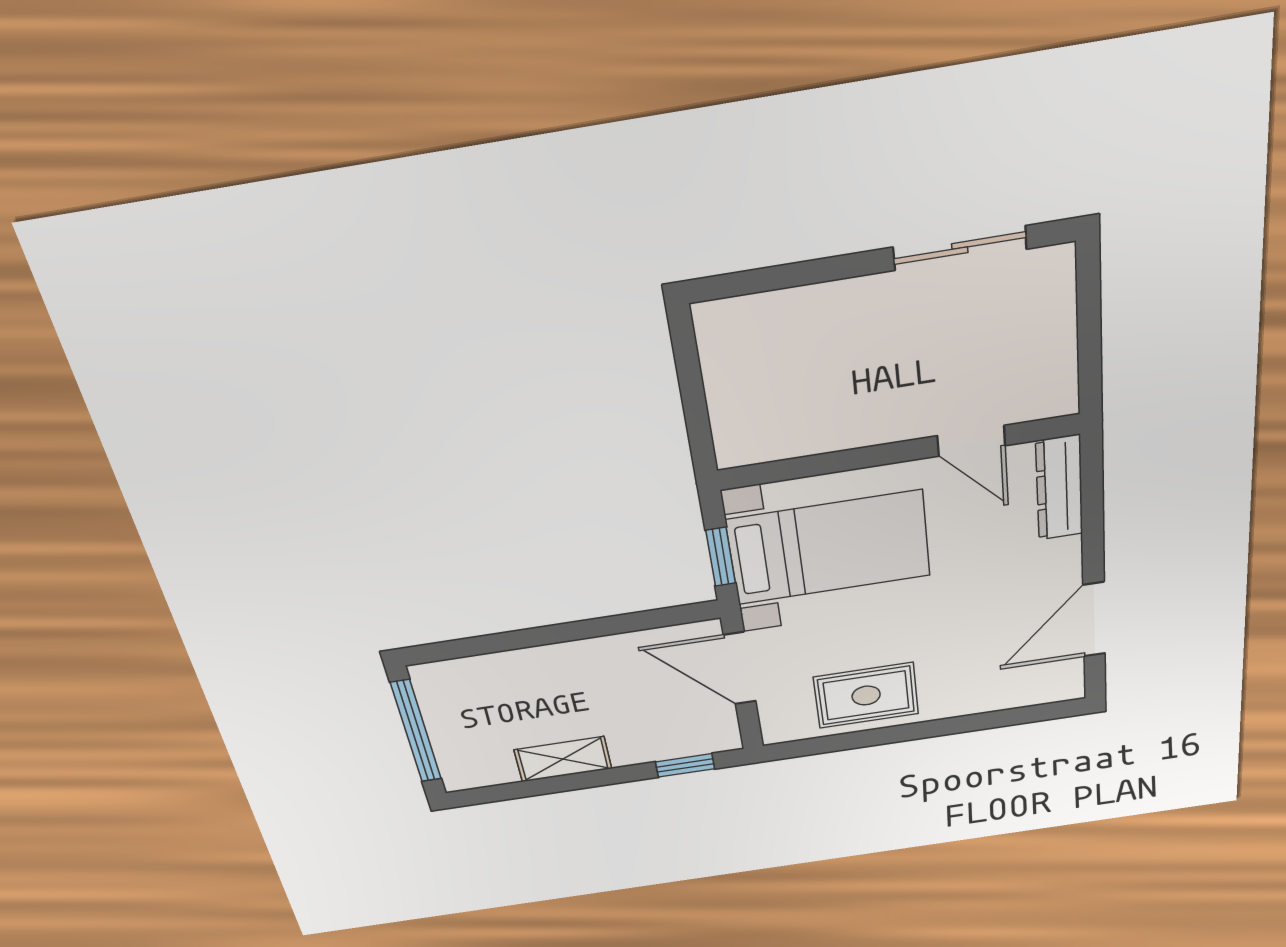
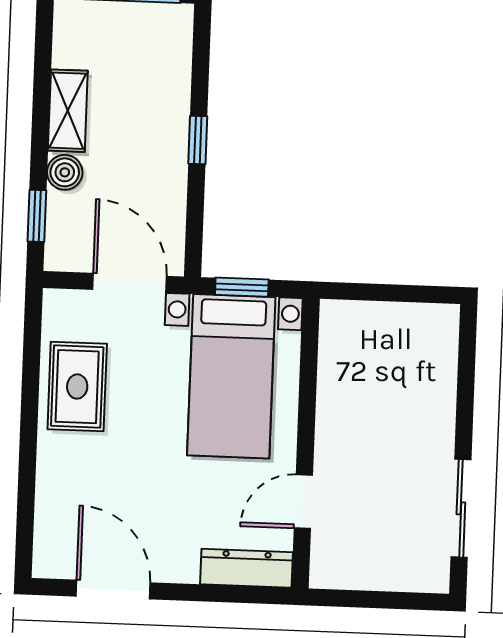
window: (560, 633) -> (198, 140), added
door: (740, 668) -> (130, 283), hinge flipped
boiler: (631, 750) -> (65, 172), added

